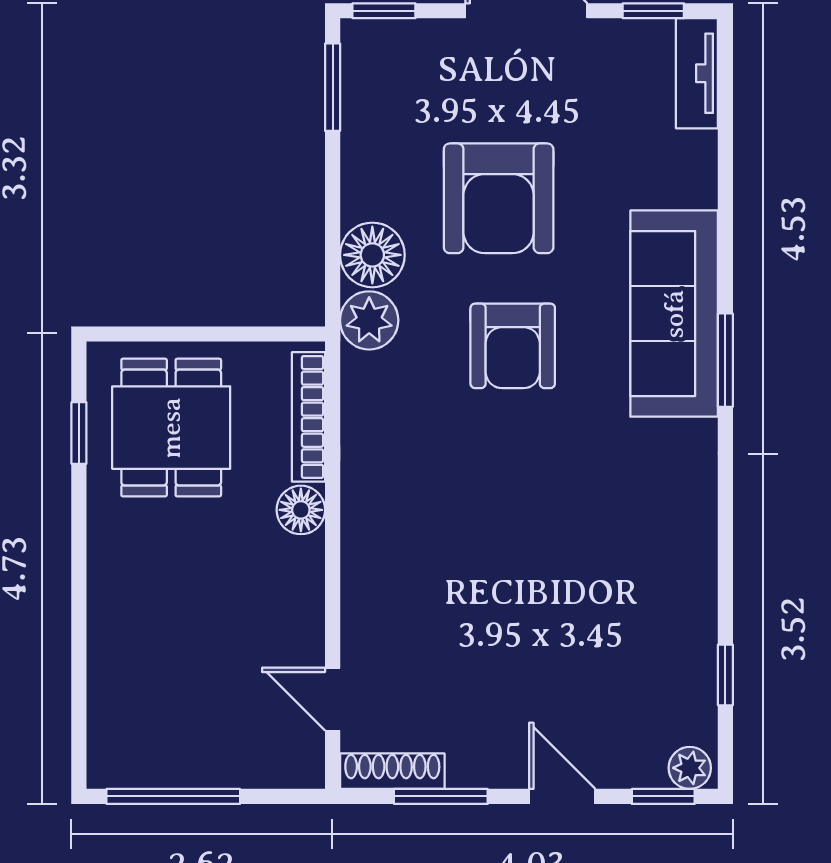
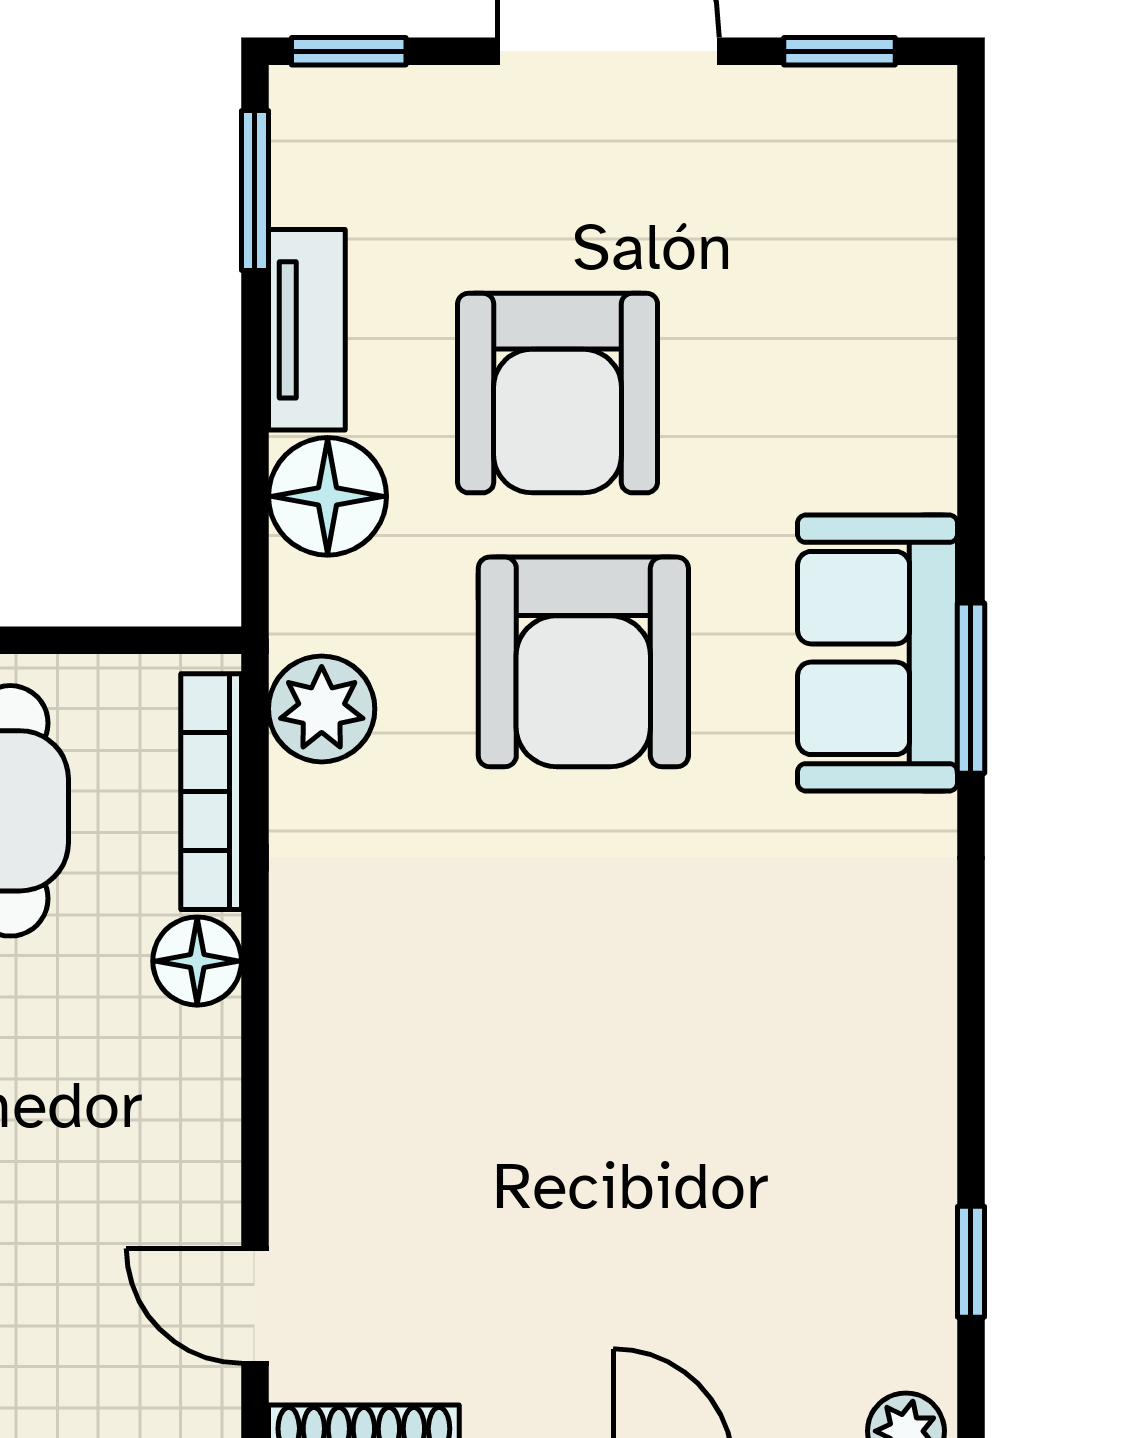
tv unit: (697, 73) -> (307, 330), moved, turned 180
sofa: (674, 314) -> (877, 653), width x0.73
plant: (369, 320) -> (322, 709), moved
armchair: (513, 346) -> (583, 662), width x1.36, depth x1.36

